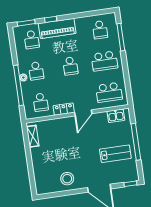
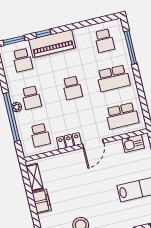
filing cabinet: (37, 156) -> (42, 201), added

